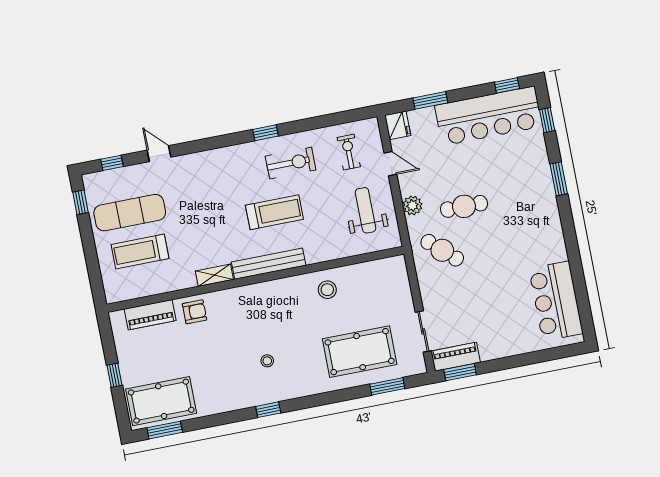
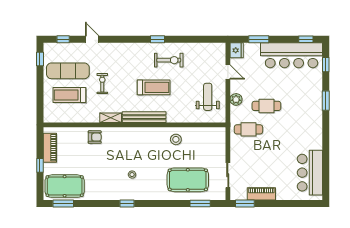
exercise bike: (349, 152) -> (102, 84), moved
cafe table: (442, 250) -> (248, 129), turned -42
piano: (150, 315) -> (50, 148), moved, turned -90
piano: (456, 357) -> (261, 194), moved

